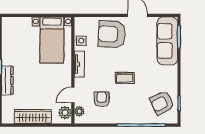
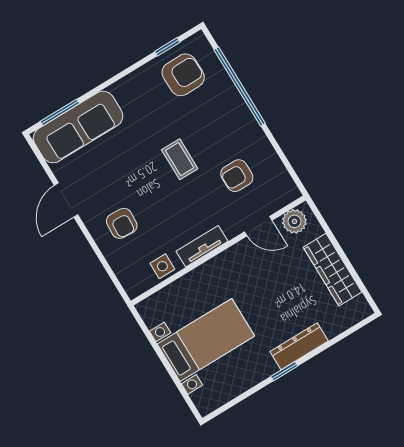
armchair: (112, 34) -> (122, 223), width x0.53, depth x0.53
bed with nightstands: (52, 40) -> (206, 340), moved
armchair: (162, 103) -> (183, 75), turned -64
plant: (79, 111) -> (278, 200), removed

